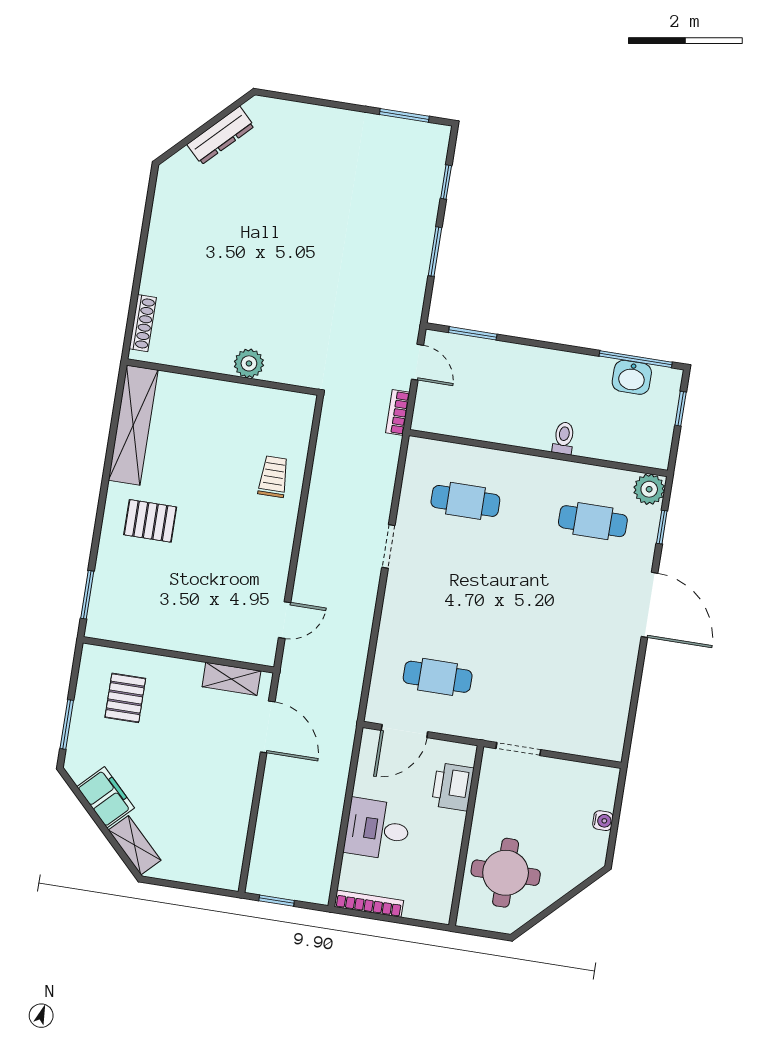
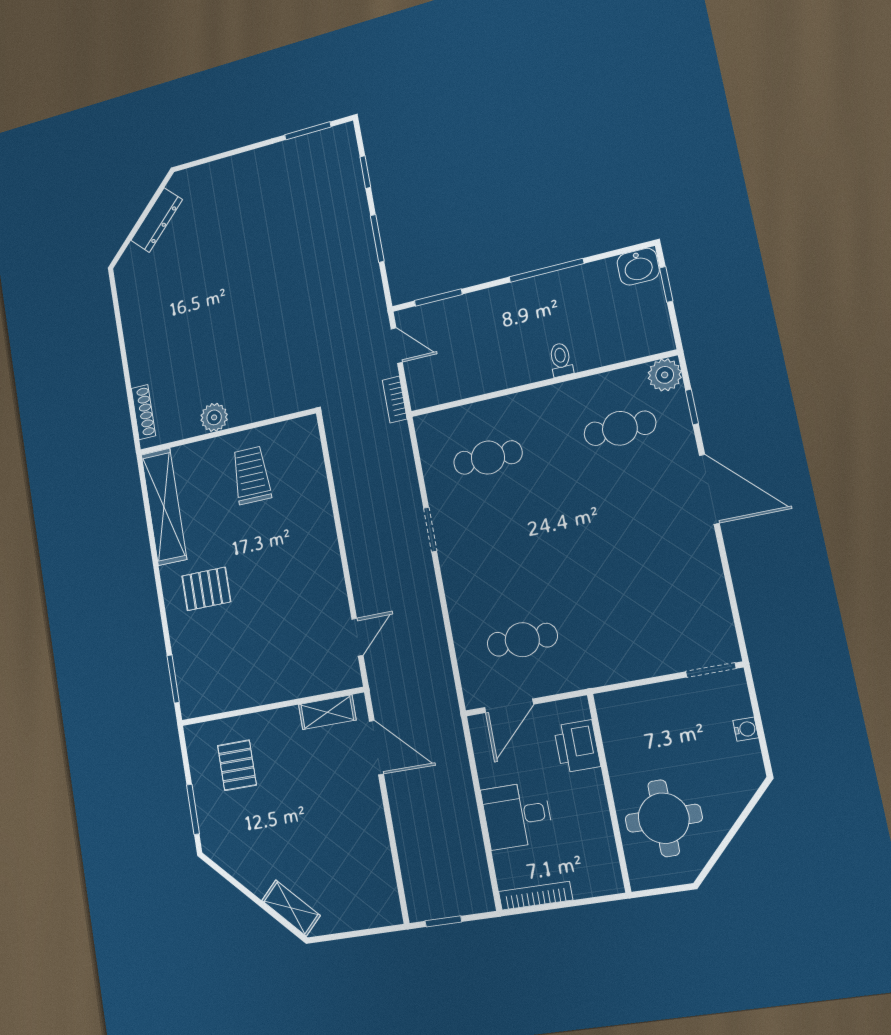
window: (636, 359) -> (546, 270), moved
plant: (249, 363) -> (214, 417), moved
washbasin: (632, 377) -> (638, 267), moved
trolley: (273, 477) -> (251, 475), moved, width x1.36, depth x1.39
doorway: (518, 749) -> (711, 670), moved
filing cabinet: (106, 797) -> (250, 869), removed

